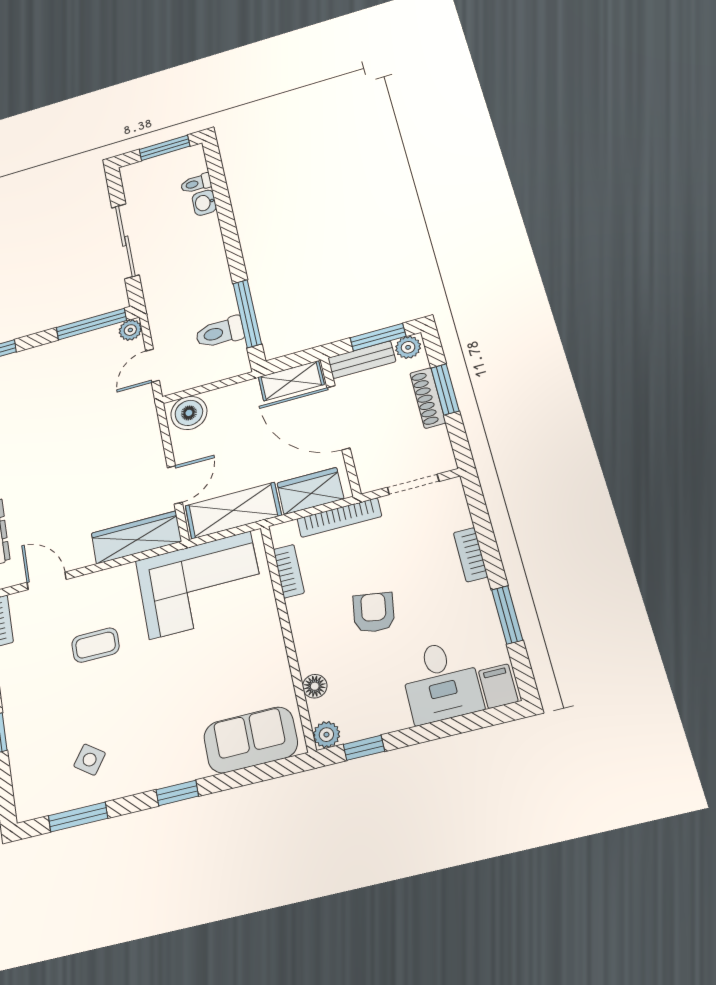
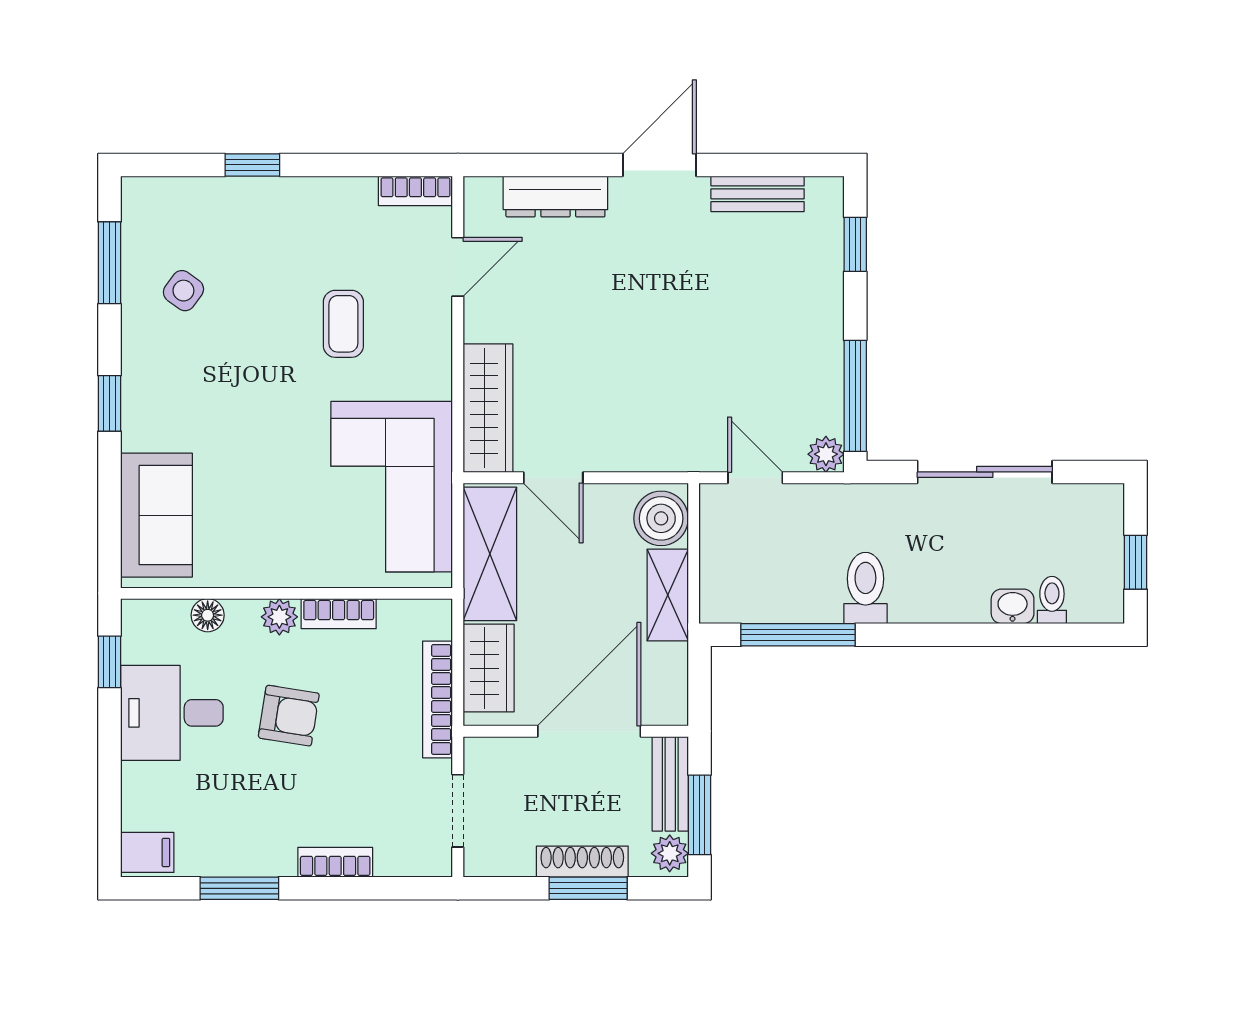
window: (164, 148) -> (1135, 562), width x0.67
toilet: (220, 332) -> (865, 588), moved
shelving: (291, 381) -> (668, 595), moved
bookcase: (289, 571) -> (339, 614), moved
desk: (441, 682) -> (172, 713), moved
plant: (326, 735) -> (279, 617), moved

